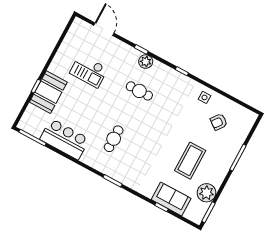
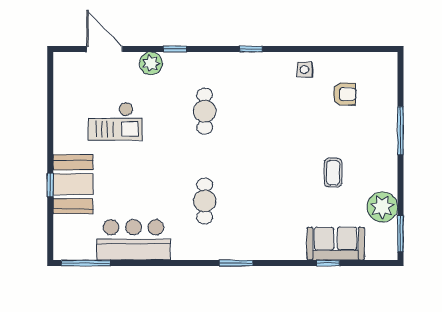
plant: (146, 62) -> (151, 63), moved
cafe table: (139, 91) -> (205, 111), turned 90
armchair: (219, 122) -> (344, 94), turned -127
coffee table: (190, 161) -> (333, 173), width x0.54, depth x0.58

